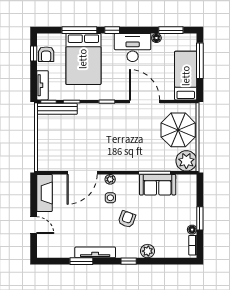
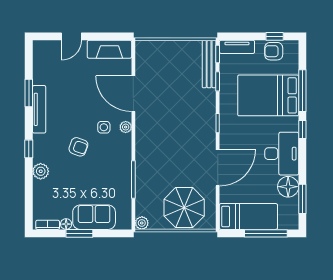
floor lamp: (156, 38) -> (288, 187), width x1.89, depth x1.89
plant: (186, 161) -> (142, 223), width x0.53, depth x0.53
sofa: (158, 185) -> (94, 217), moved, turned 90

